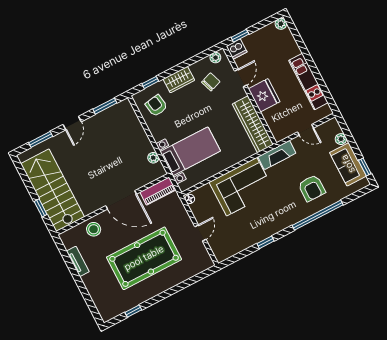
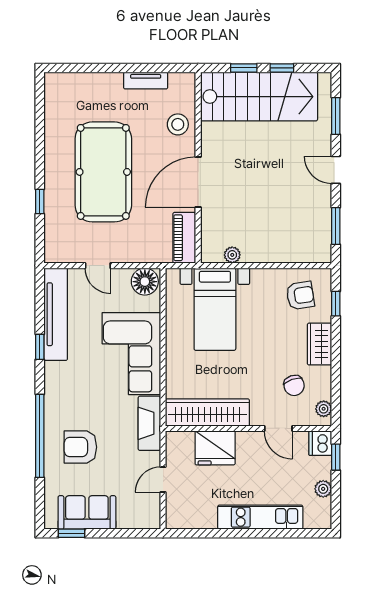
plant: (281, 24) -> (323, 489), moved
kitchen unit: (308, 82) -> (260, 517), moved
fridge: (264, 95) -> (215, 448), moved
plant: (341, 139) -> (126, 521), removed
window: (29, 186) -> (282, 68), added
floor lamp: (190, 199) -> (145, 282), width x1.89, depth x1.89
tv unit: (242, 243) -> (56, 314), added
window: (133, 311) -> (40, 201), moved

